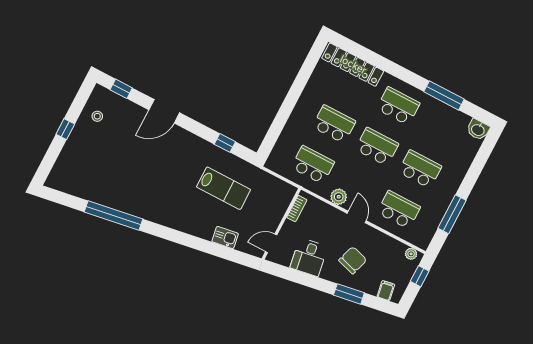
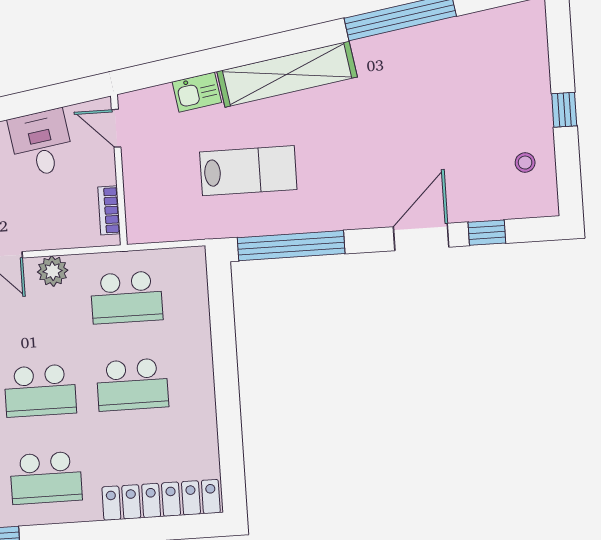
window: (121, 89) -> (487, 233), moved
window: (225, 143) -> (291, 246), width x3.17
lab bench: (224, 188) -> (248, 171), turned 180
shelving: (180, 221) -> (287, 74), added
door: (271, 243) -> (116, 128), swing flipped

